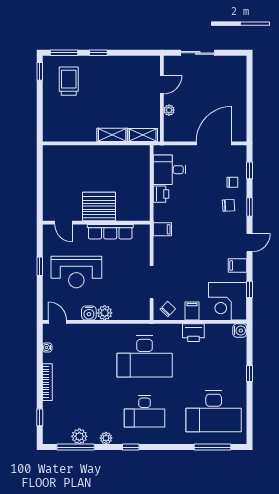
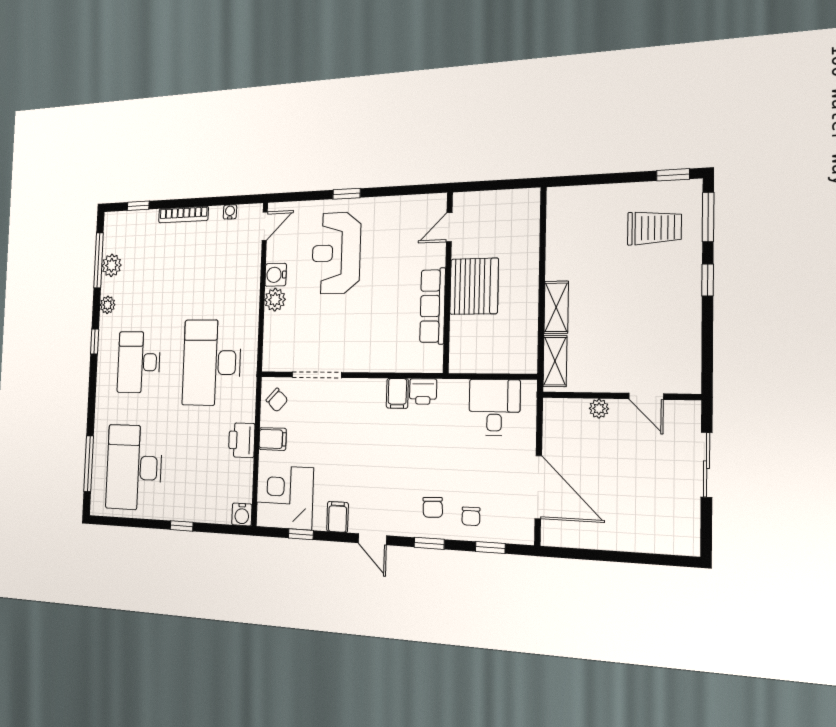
printer: (161, 194) -> (423, 391), moved
server rack: (99, 206) -> (474, 286), moved
door: (63, 223) -> (449, 227), moved
wall: (96, 223) -> (448, 282), moved
row of seats: (110, 232) -> (433, 306), moved

